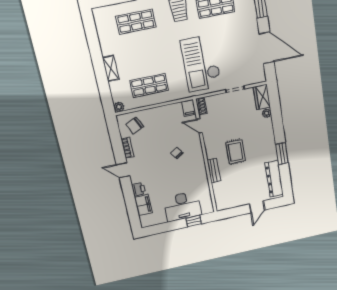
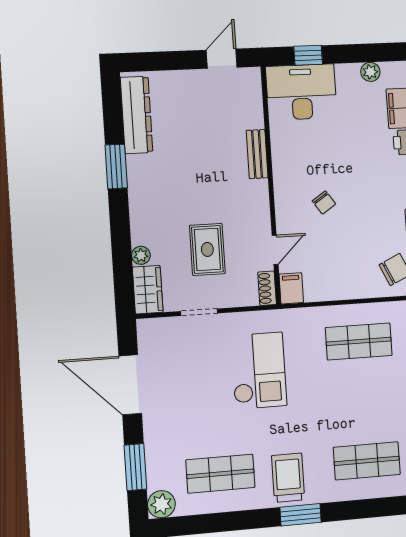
checkout: (201, 63) -> (259, 371), width x0.73, depth x0.83
door: (199, 126) -> (275, 250), hinge flipped
rug: (235, 152) -> (207, 249), moved
desk: (183, 206) -> (301, 92), moved
door: (257, 207) -> (222, 59), moved
plant: (161, 219) -> (370, 72), added

